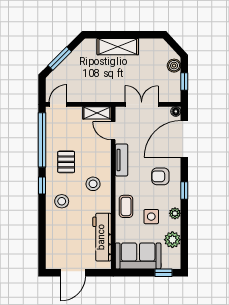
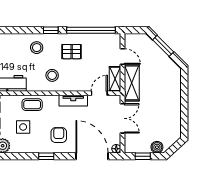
shelving: (118, 47) -> (132, 83), moved
door: (58, 104) -> (123, 56), moved
plant: (175, 213) -> (26, 148), removed

